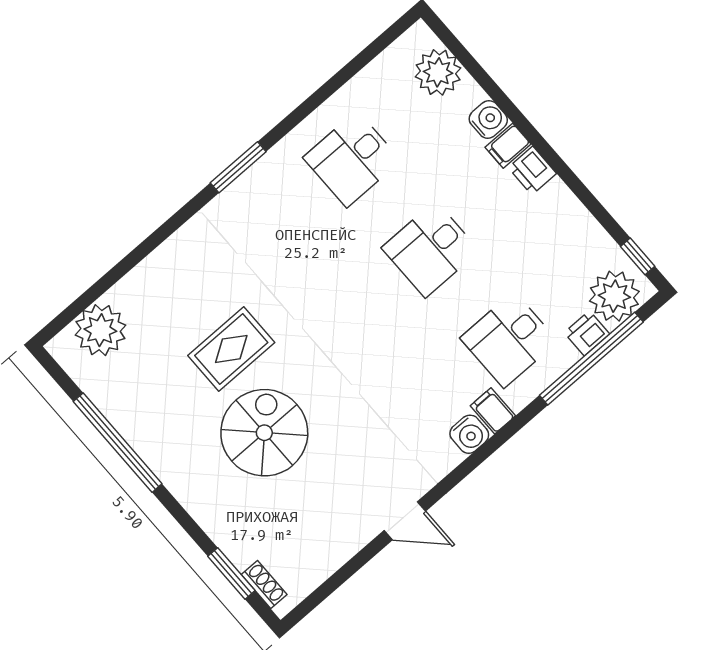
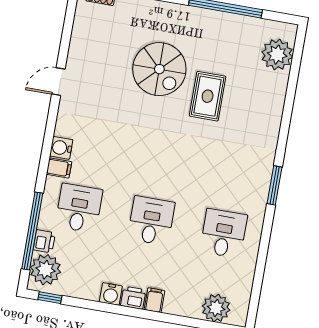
water cooler: (488, 119) -> (111, 294), moved

